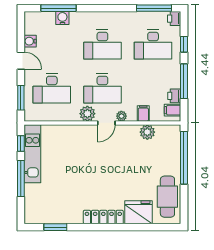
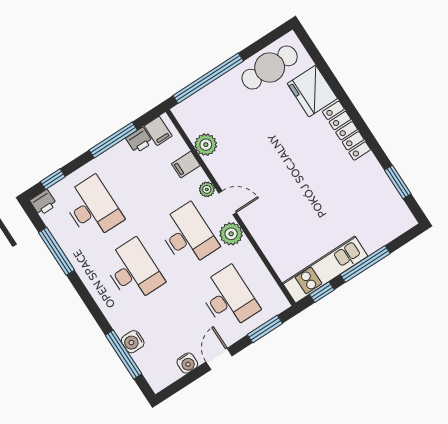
window: (154, 8) -> (57, 251), moved
window: (184, 44) -> (53, 179), moved

